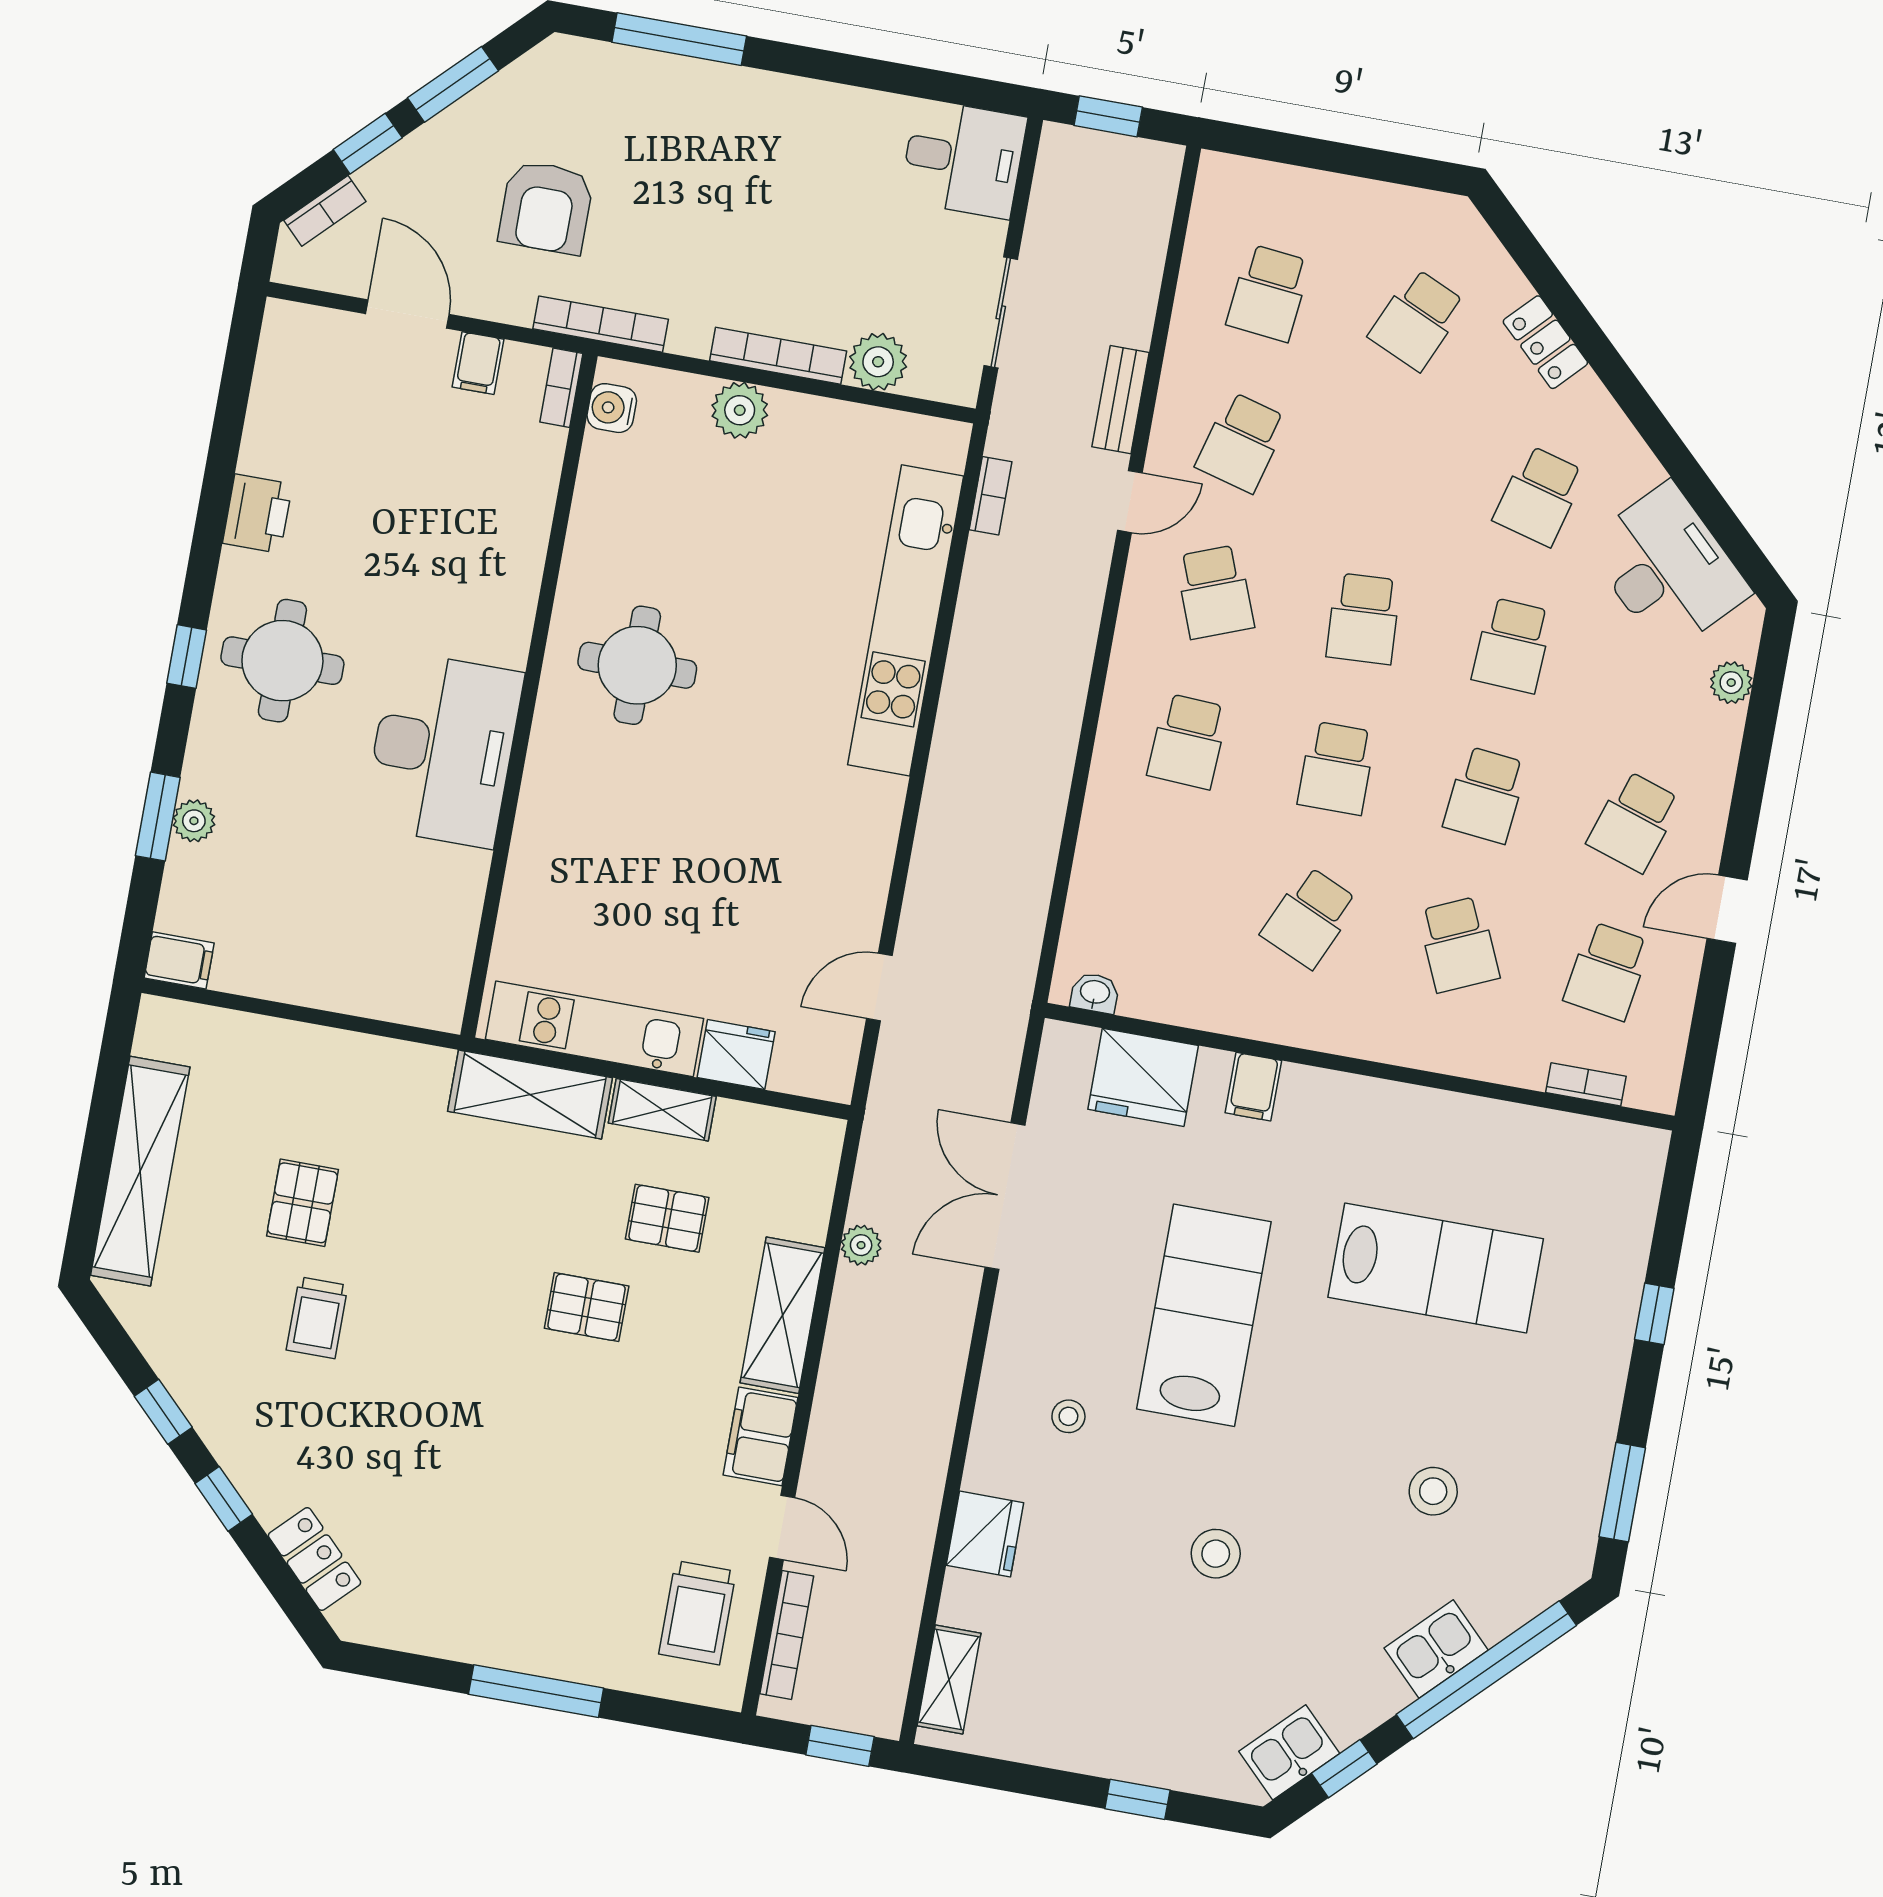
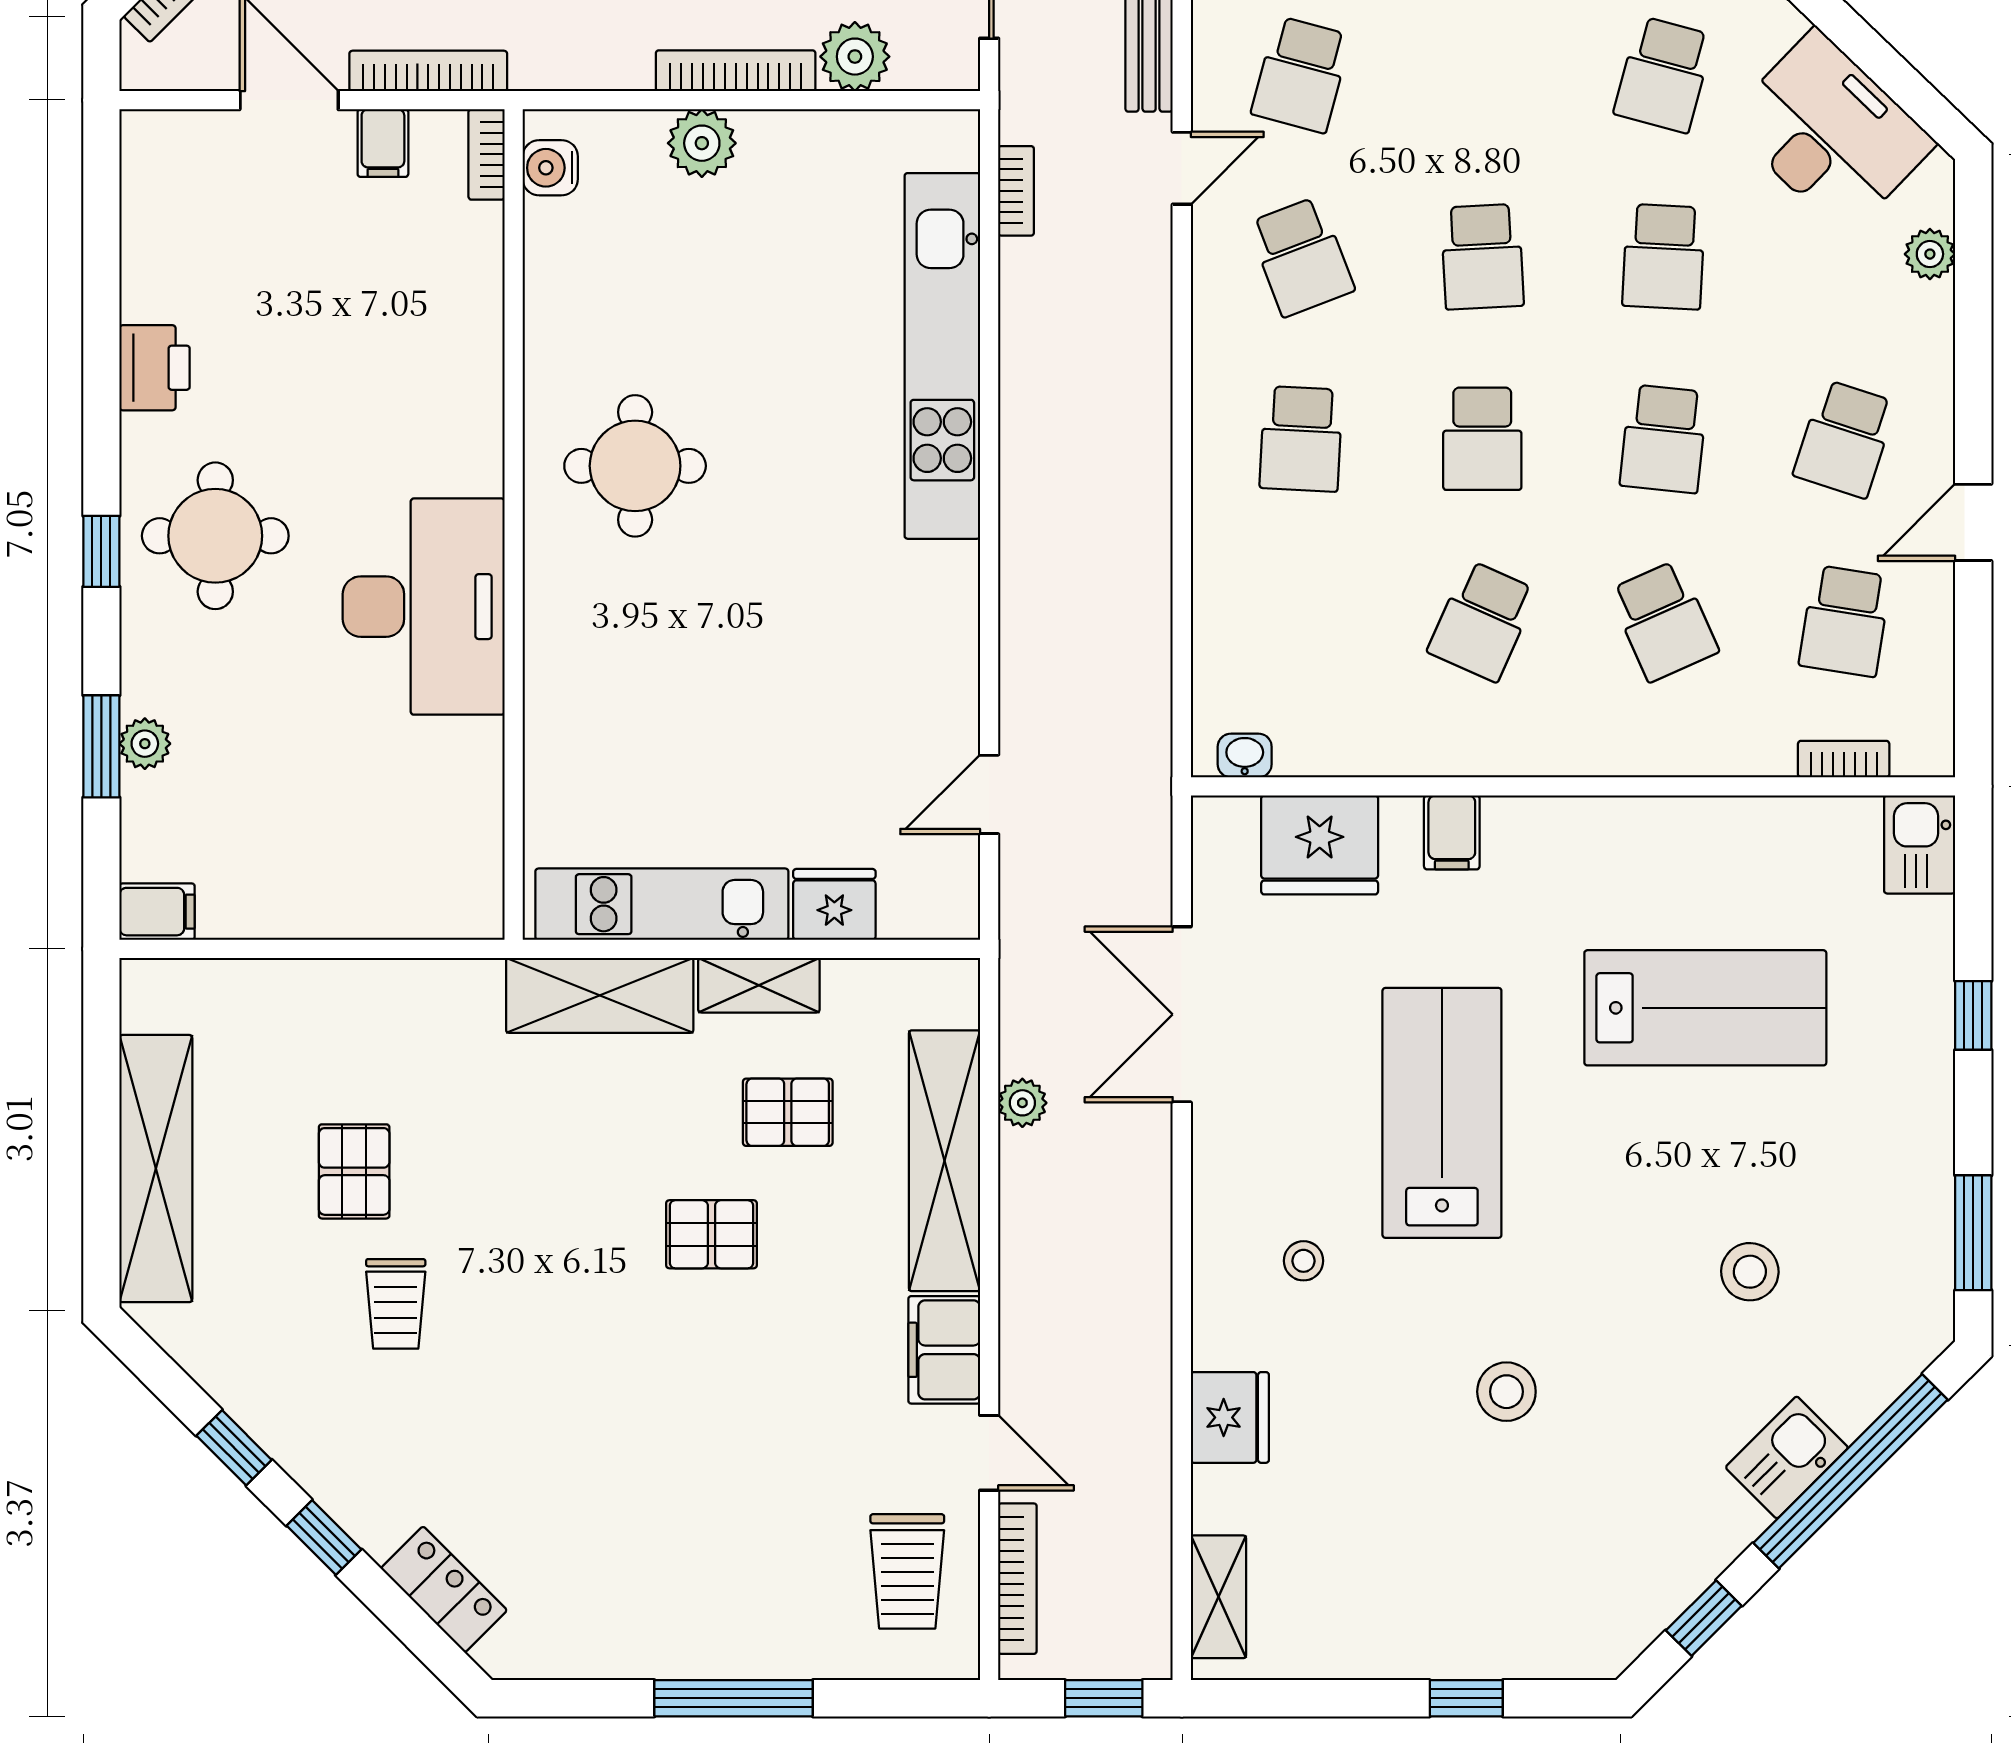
bookcase: (601, 324) -> (428, 71), moved
shelving: (782, 1315) -> (945, 1161), width x1.47
kitchen sink: (1289, 1752) -> (1920, 844), moved, turned -45

